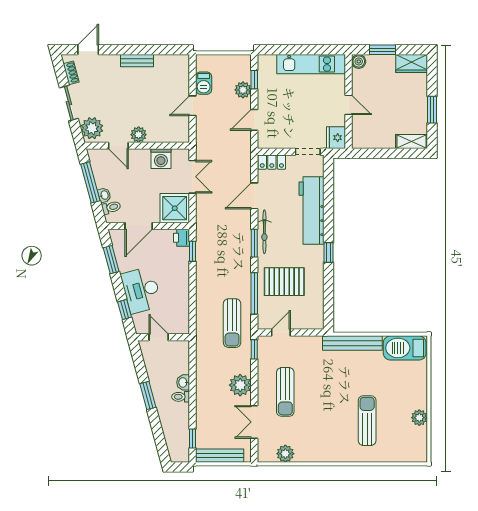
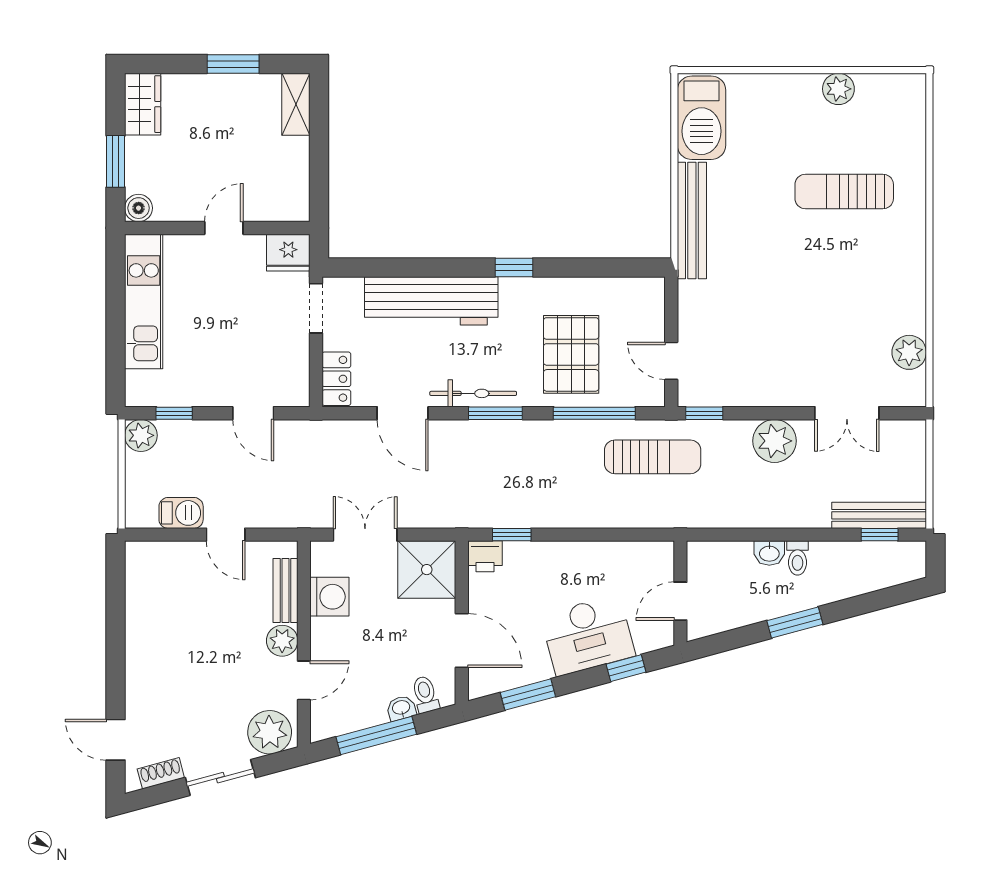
bench: (137, 61) -> (285, 591), moved
plant: (243, 90) -> (141, 435), moved
sun lounger: (285, 392) -> (788, 352), removed
bench: (220, 456) -> (879, 515), moved, turned 90

